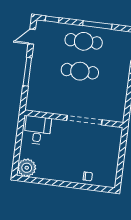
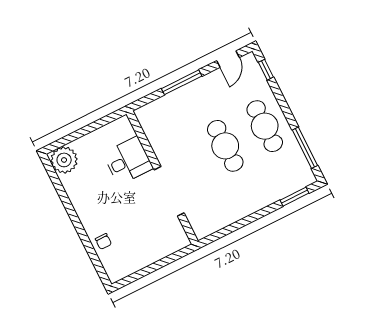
window: (97, 25) -> (305, 148), moved
door: (32, 37) -> (228, 59), swing flipped
desk: (37, 130) -> (128, 161), moved

